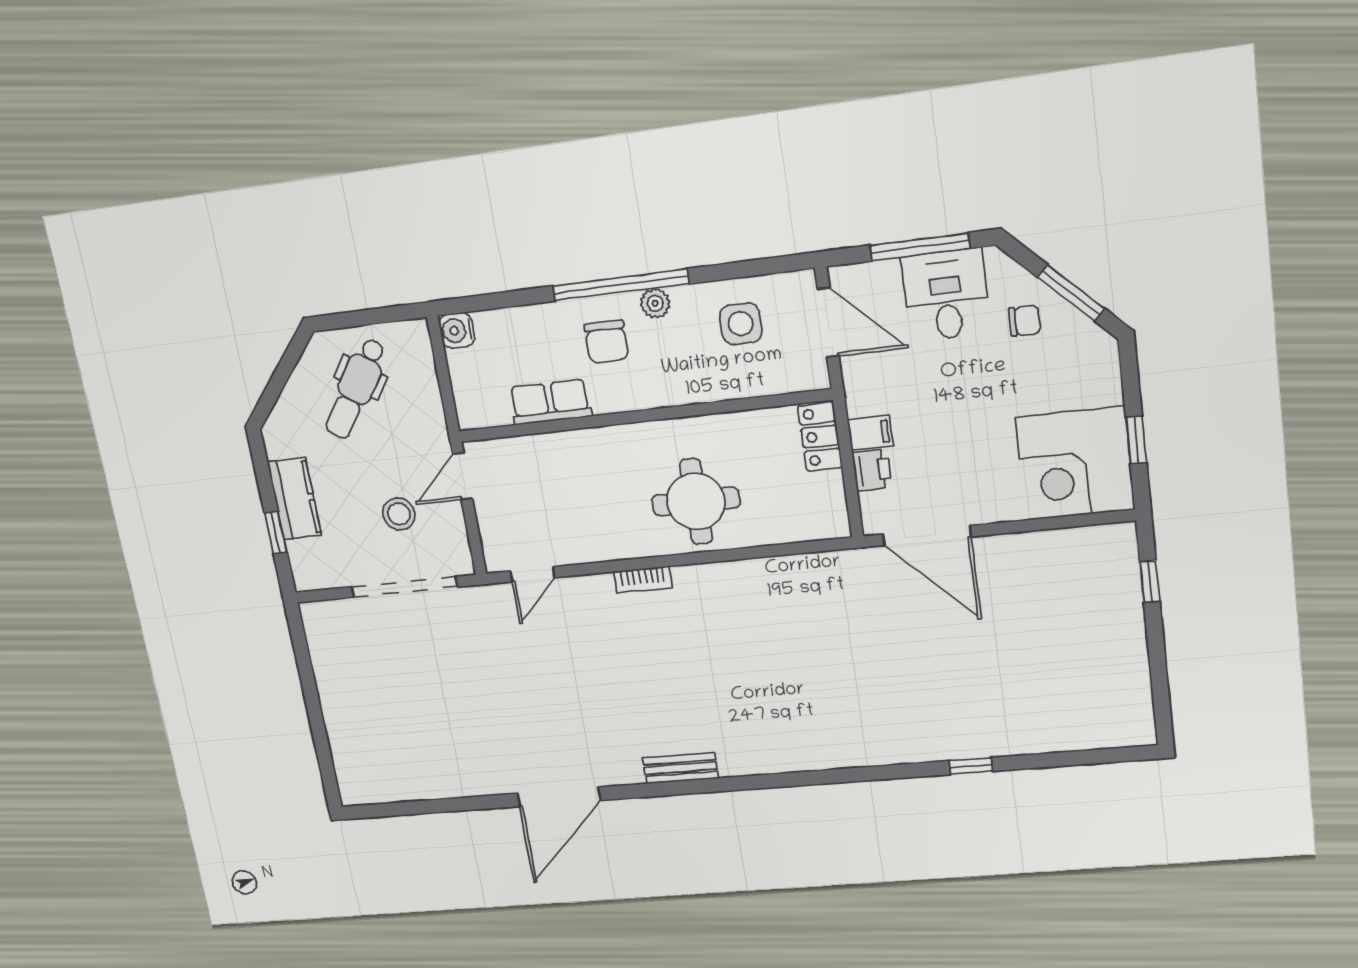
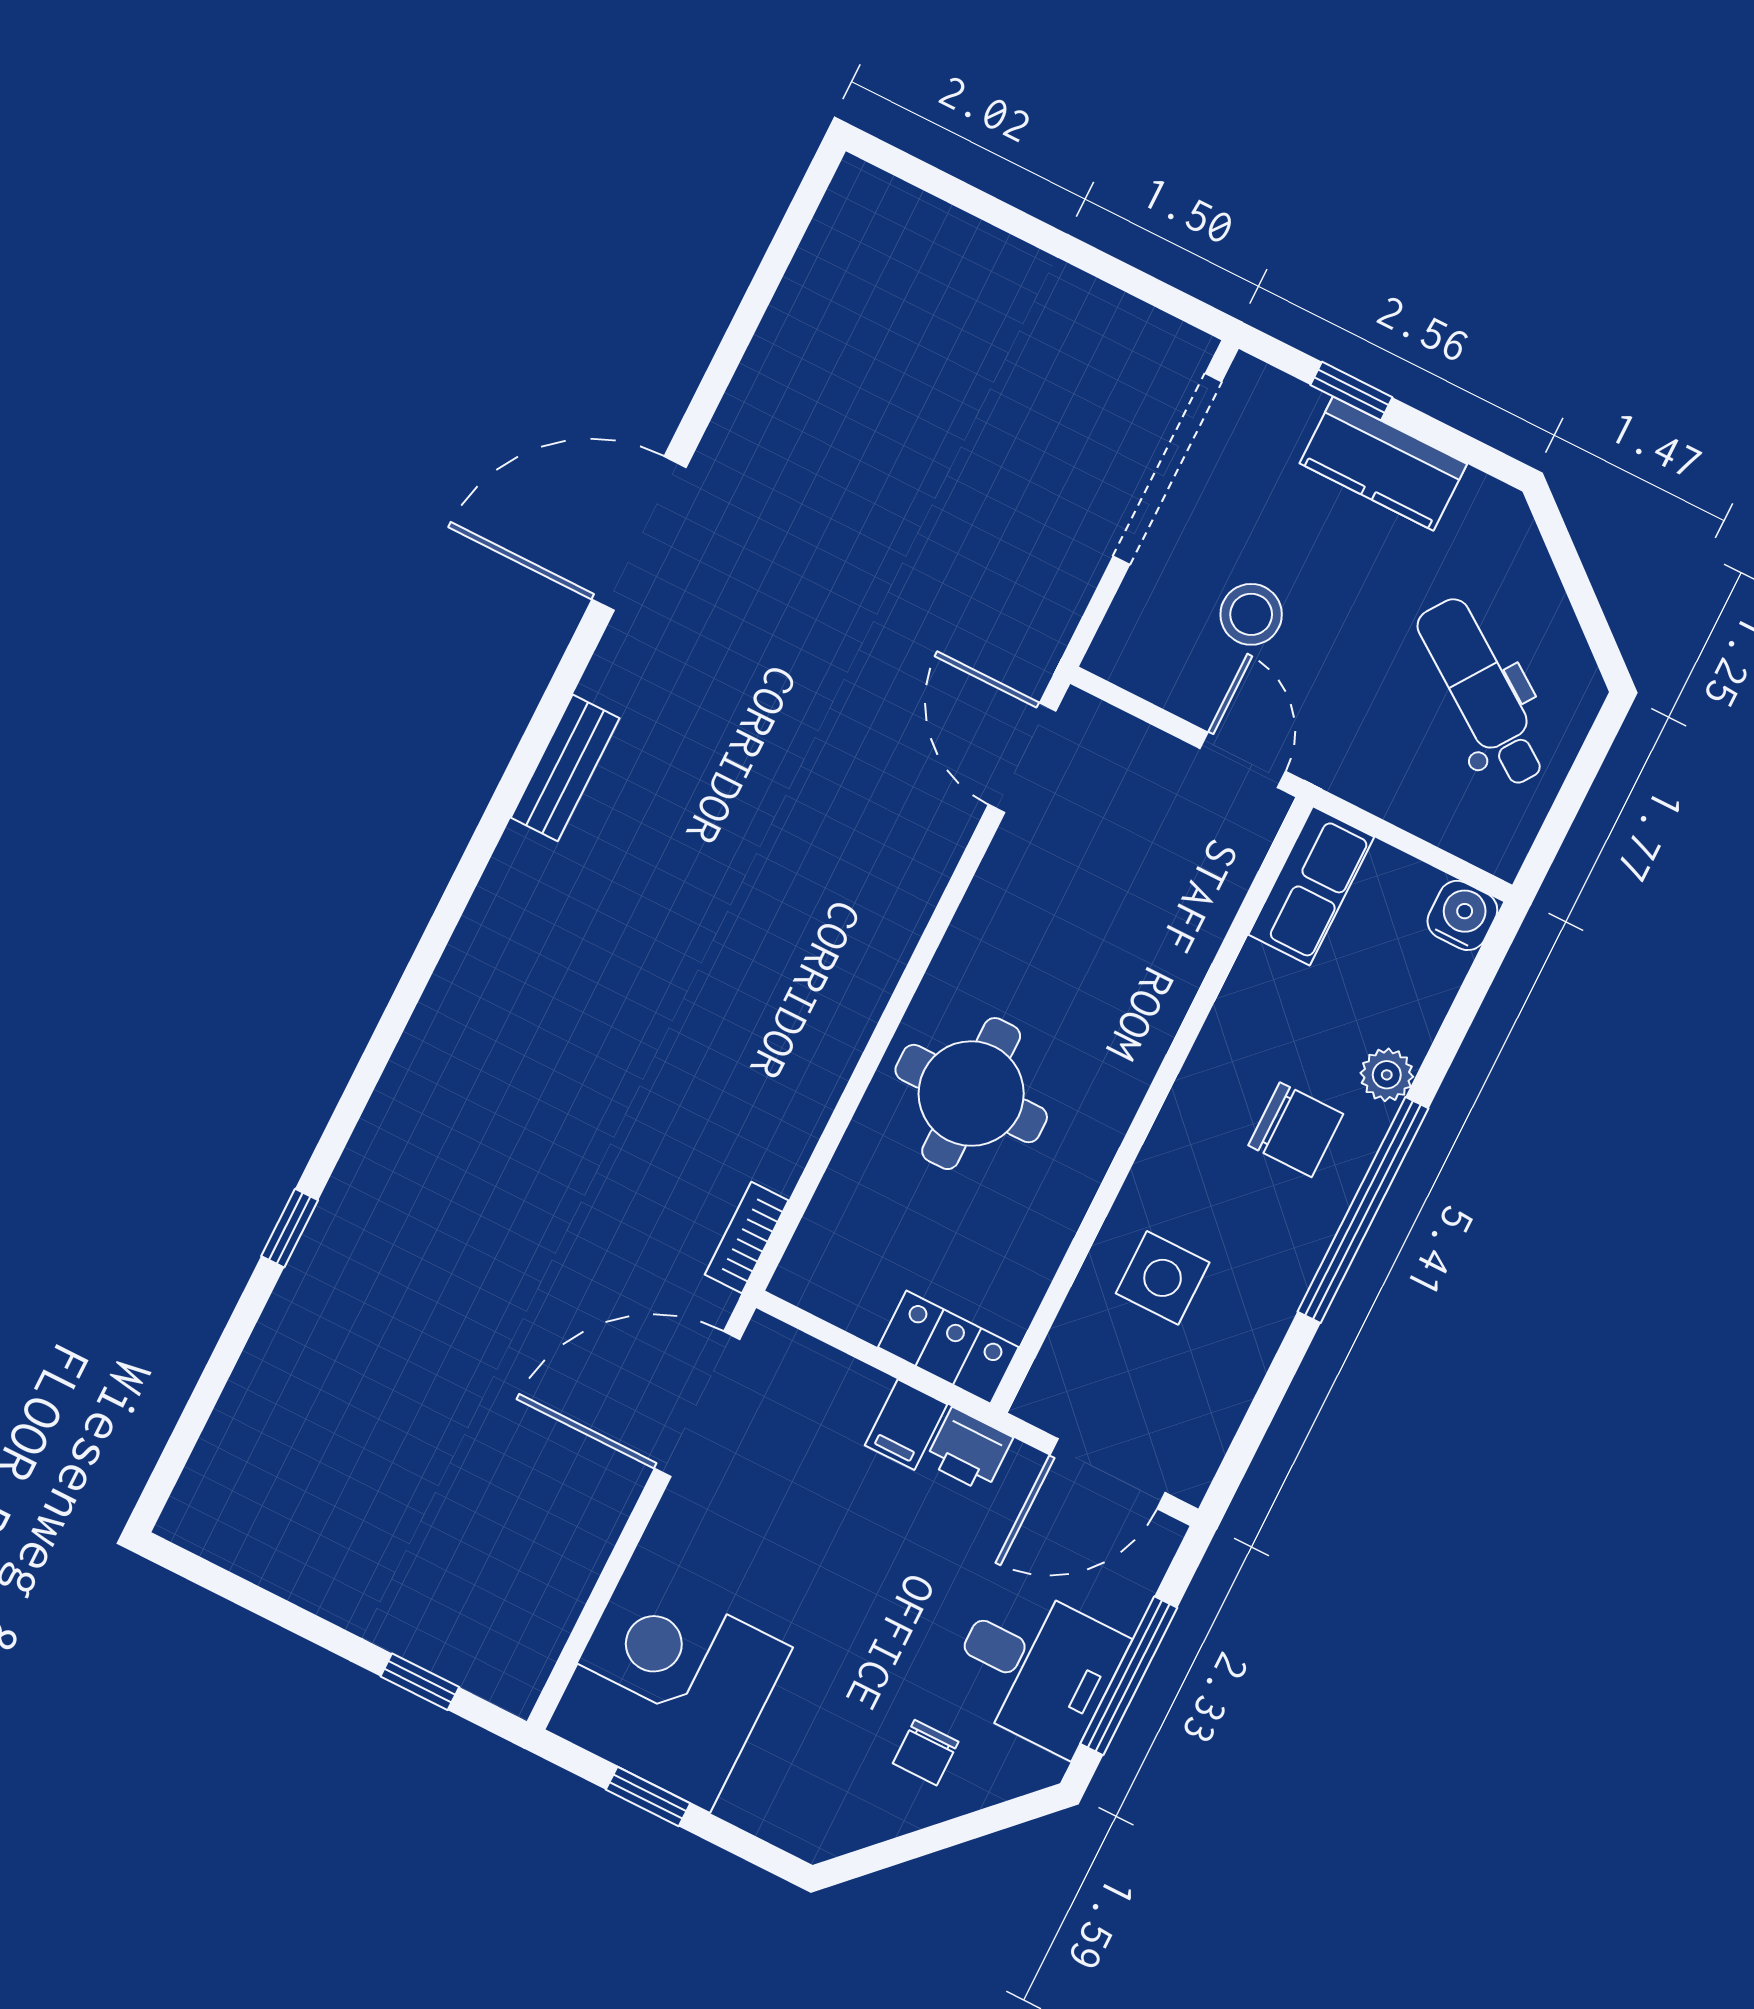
window: (1071, 293) -> (923, 1842), removed
plant: (655, 303) -> (1387, 1075), moved
side table: (741, 324) -> (1163, 1278), moved
chair: (607, 342) -> (1296, 1130), turned 180
row of seats: (550, 402) -> (1311, 886), moved
printer: (872, 470) -> (969, 1450), moved
door: (533, 574) -> (1022, 758), width x1.38
bookcase: (643, 580) -> (747, 1238), moved
doorway: (404, 587) -> (1167, 469), moved
door: (559, 797) -> (639, 533), hinge flipped

